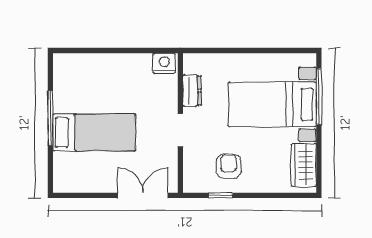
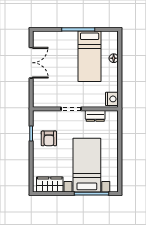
floor lamp: (98, 60) -> (114, 58), added
bed: (94, 132) -> (90, 56), moved
armchair: (229, 166) -> (49, 138), turned 90
double door: (143, 195) -> (31, 63), moved

